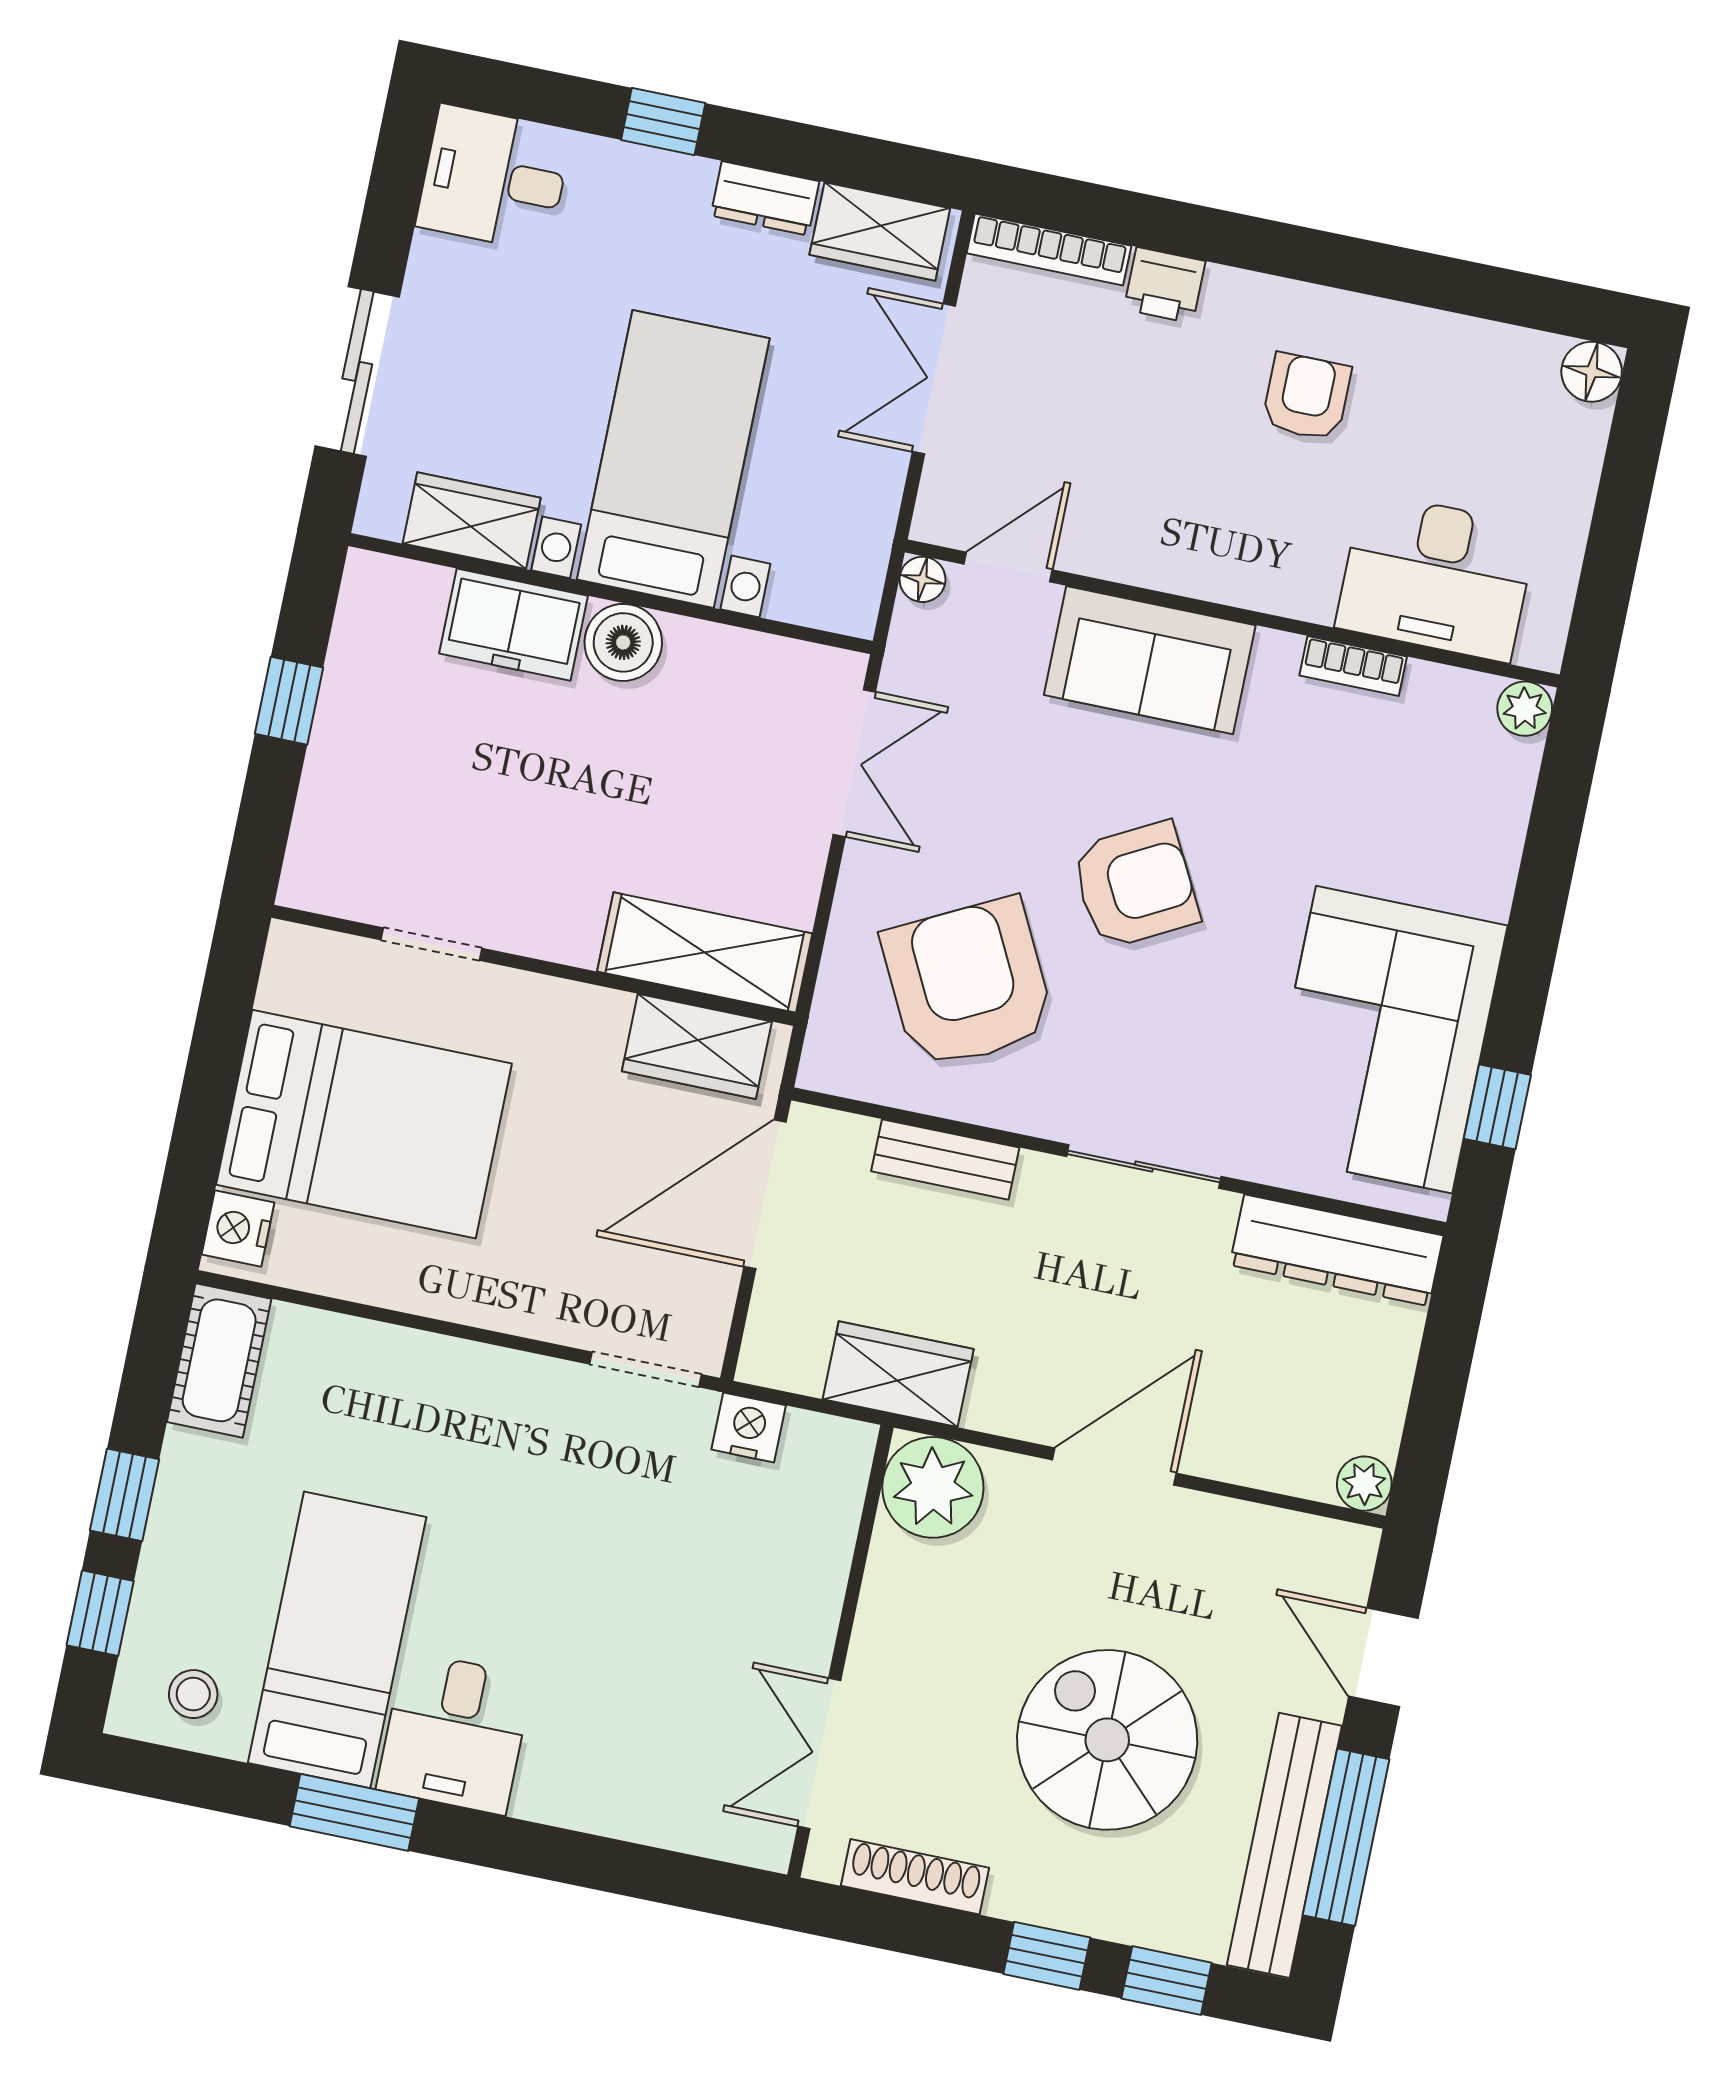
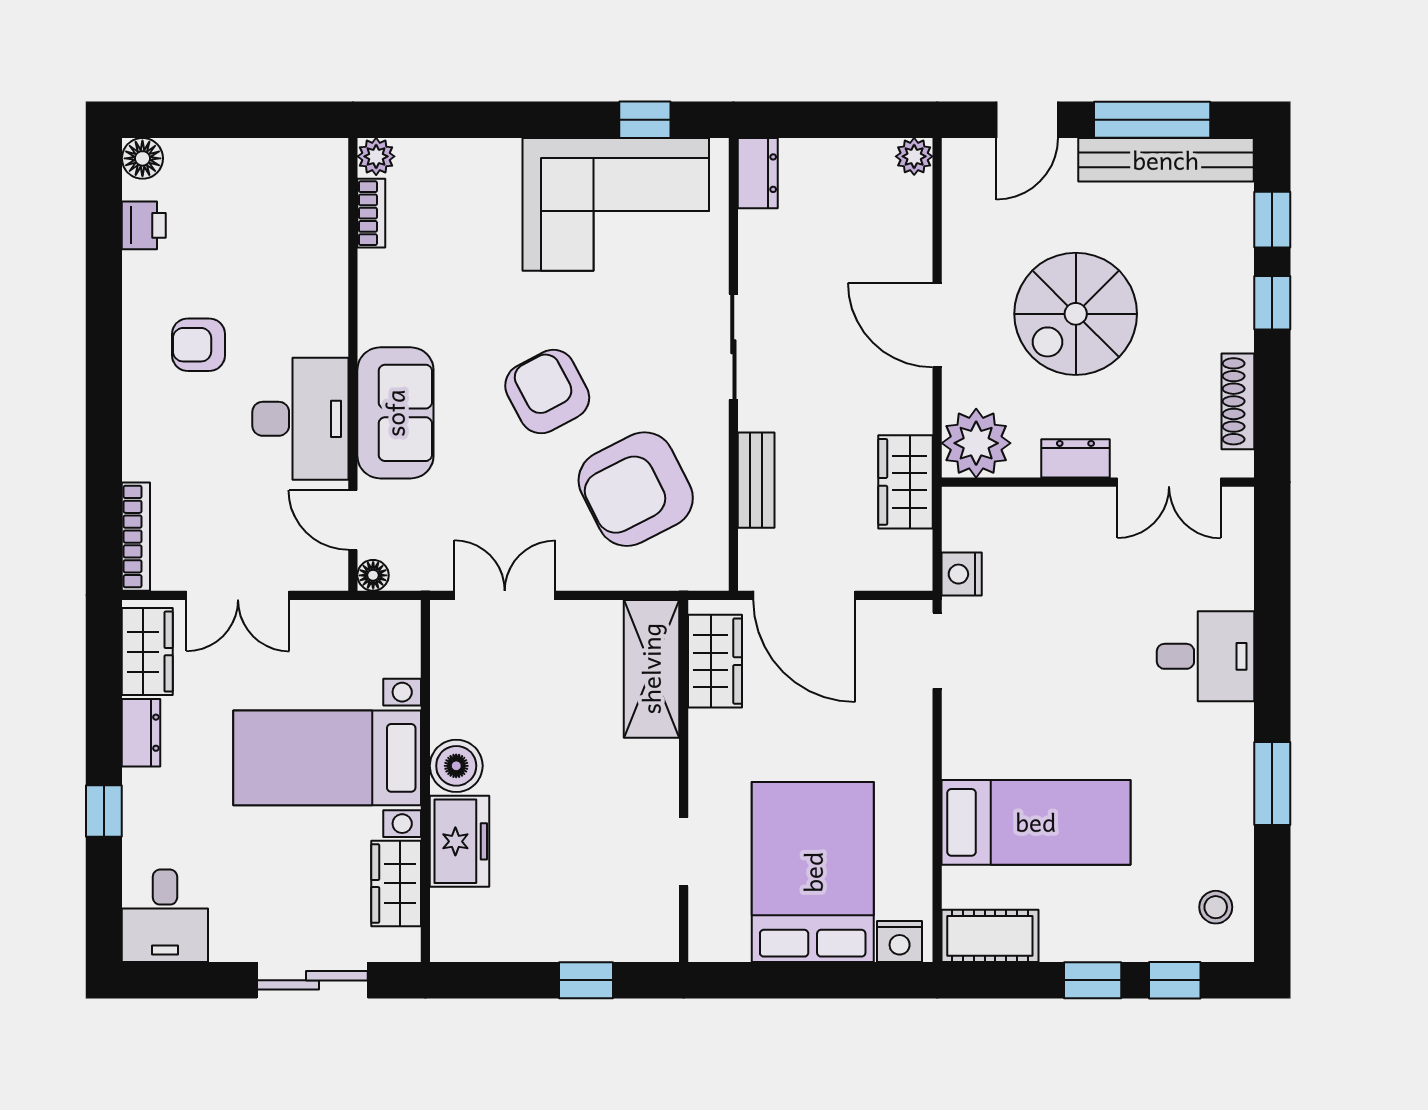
printer: (1165, 285) -> (144, 225), moved
desk: (1436, 577) -> (300, 419), moved
bookcase: (1353, 666) -> (371, 213), moved
window: (289, 701) -> (586, 980), moved
dresser: (1337, 1250) -> (758, 173), width x0.51, depth x0.80
dresser: (881, 1626) -> (1075, 458), added
bed: (337, 1640) -> (1036, 822), moved, turned 180
desk: (455, 1733) -> (1206, 656), moved
spiral stairs: (1107, 1740) -> (1076, 314), moved

